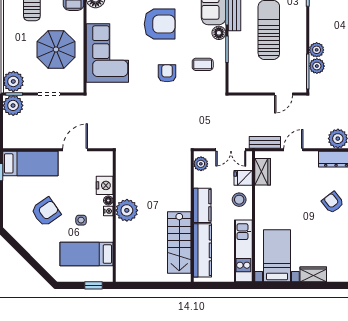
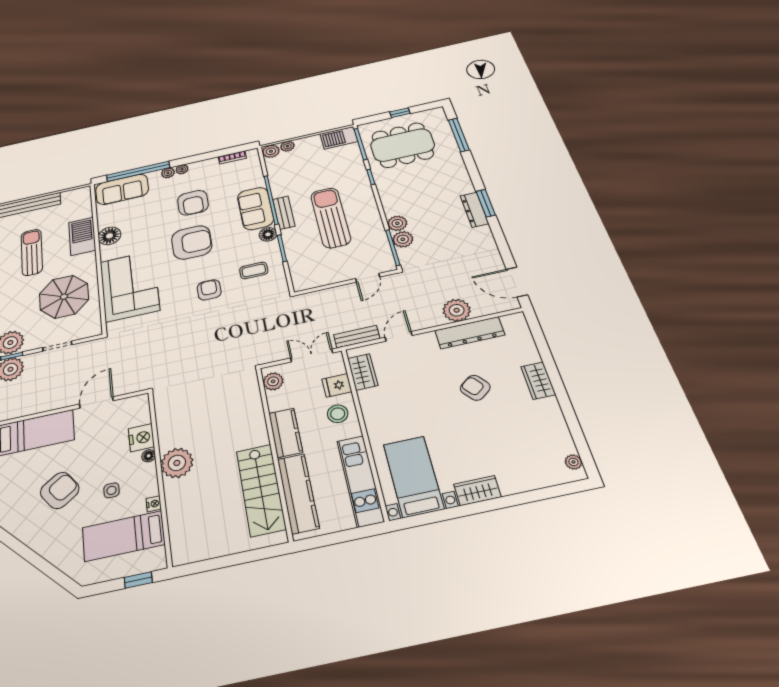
double door: (231, 150) -> (312, 355), swing flipped
nightstand: (108, 211) -> (154, 504), moved

